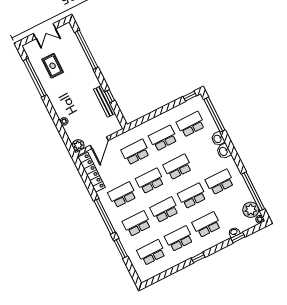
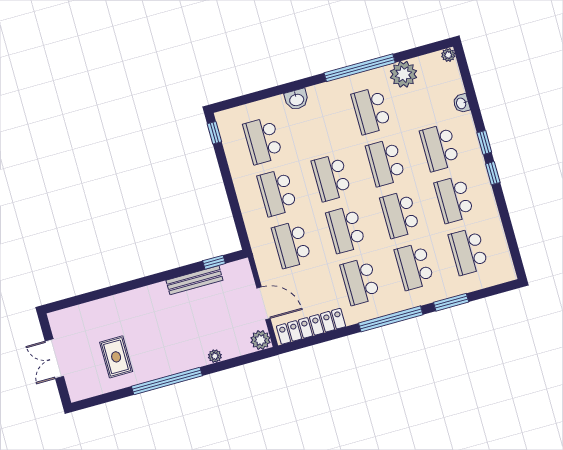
double door: (45, 31) -> (54, 359), swing flipped
window: (86, 50) -> (100, 294), removed
rug: (53, 66) -> (116, 357), turned 90
window: (35, 78) -> (167, 381), moved
window: (110, 96) -> (214, 262), moved
window: (214, 115) -> (254, 97), removed
washbasin: (224, 151) -> (320, 94), removed
window: (253, 191) -> (360, 68), moved
plant: (251, 210) -> (404, 74), moved
window: (238, 238) -> (484, 143), moved

